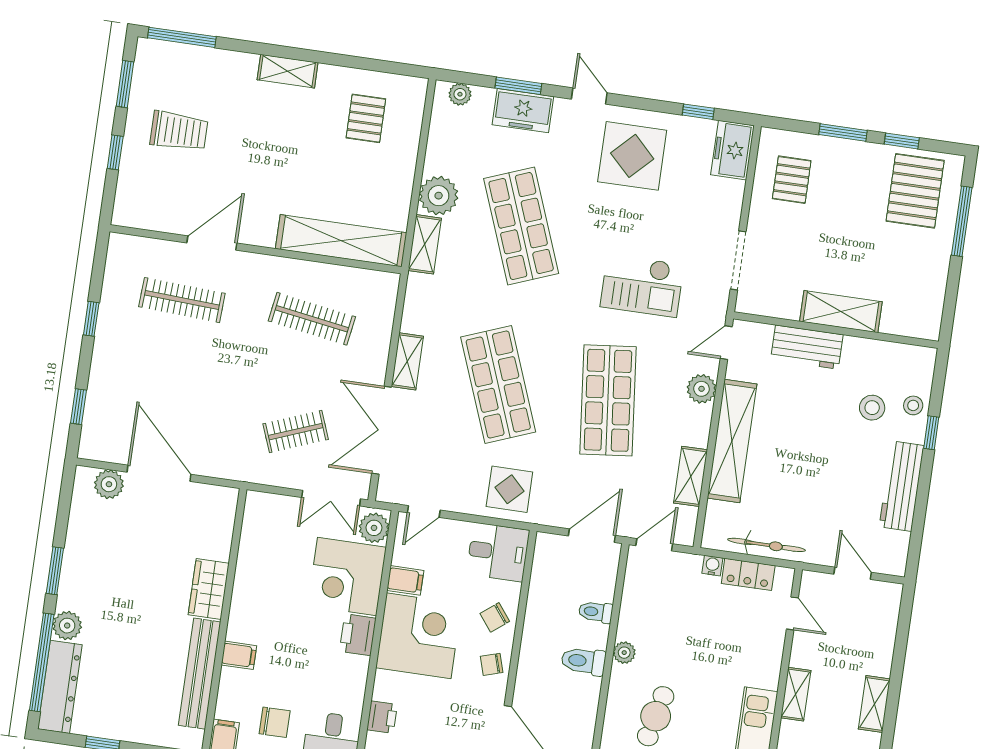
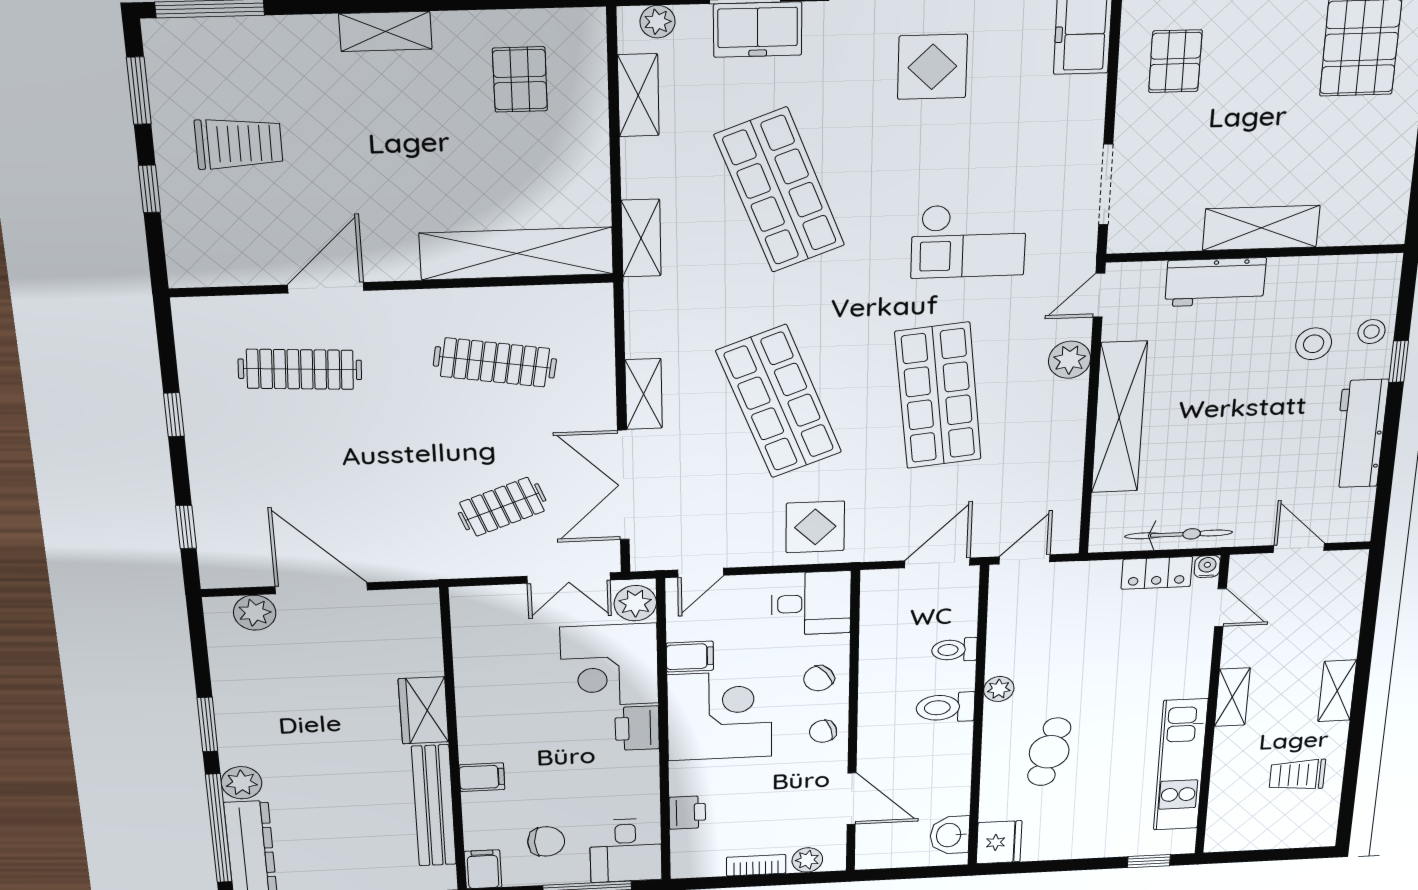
display table: (632, 156) -> (932, 67), width x0.73, depth x0.73
plant: (439, 196) -> (650, 169), removed
shelving: (691, 476) -> (638, 95), moved
water cooler: (712, 566) -> (1207, 567), moved

